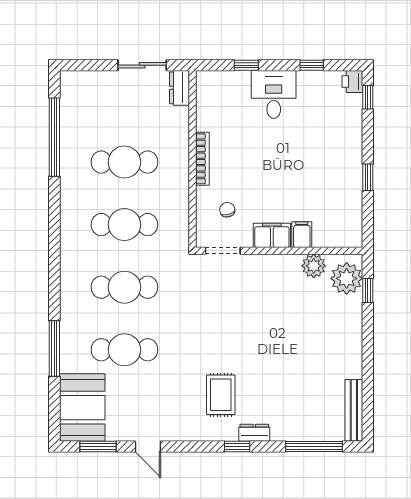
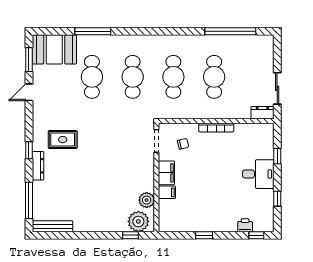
printer: (352, 82) -> (245, 225), moved
dresser: (254, 433) -> (38, 166), width x1.44

